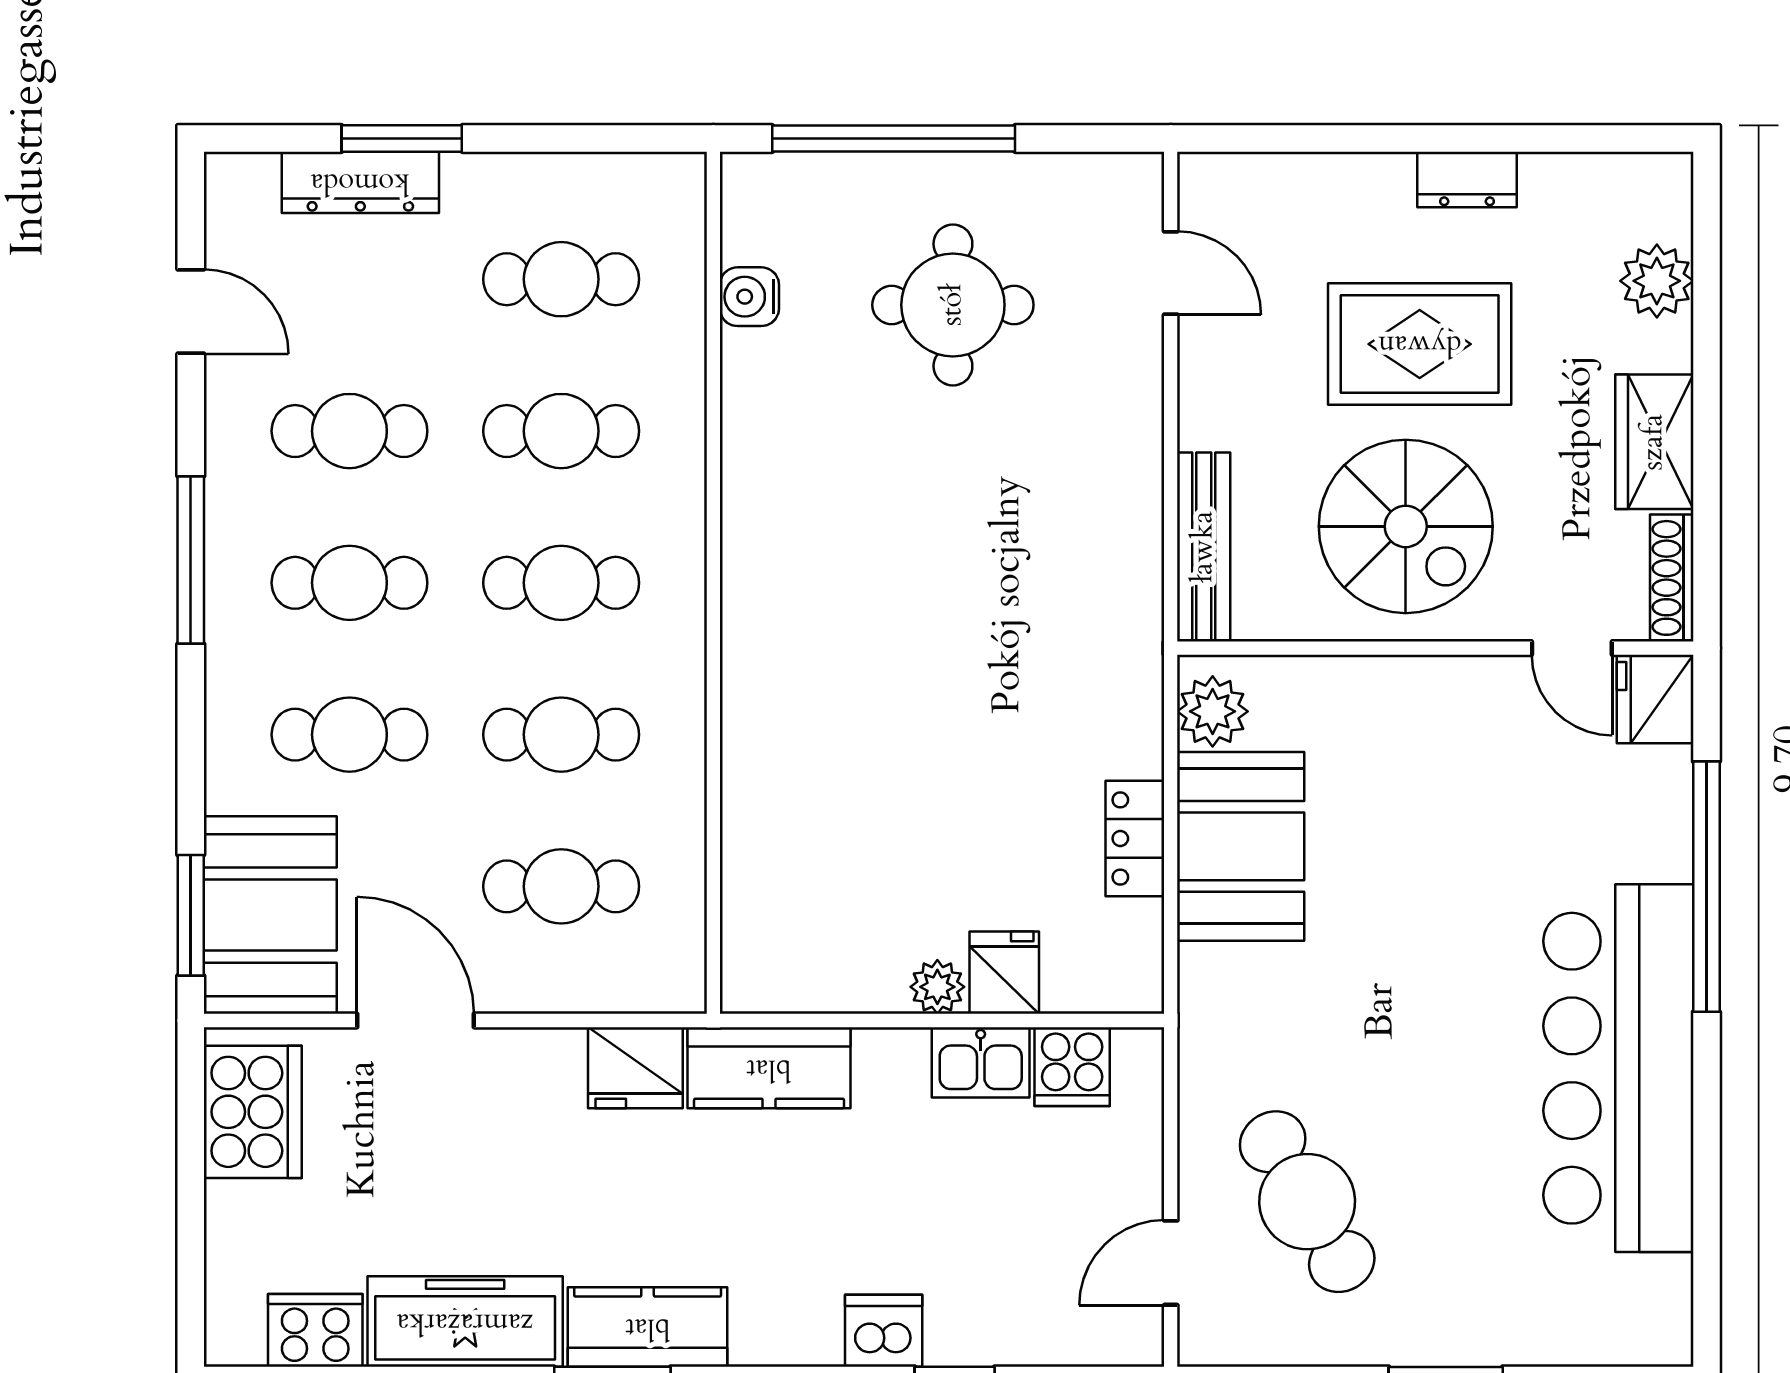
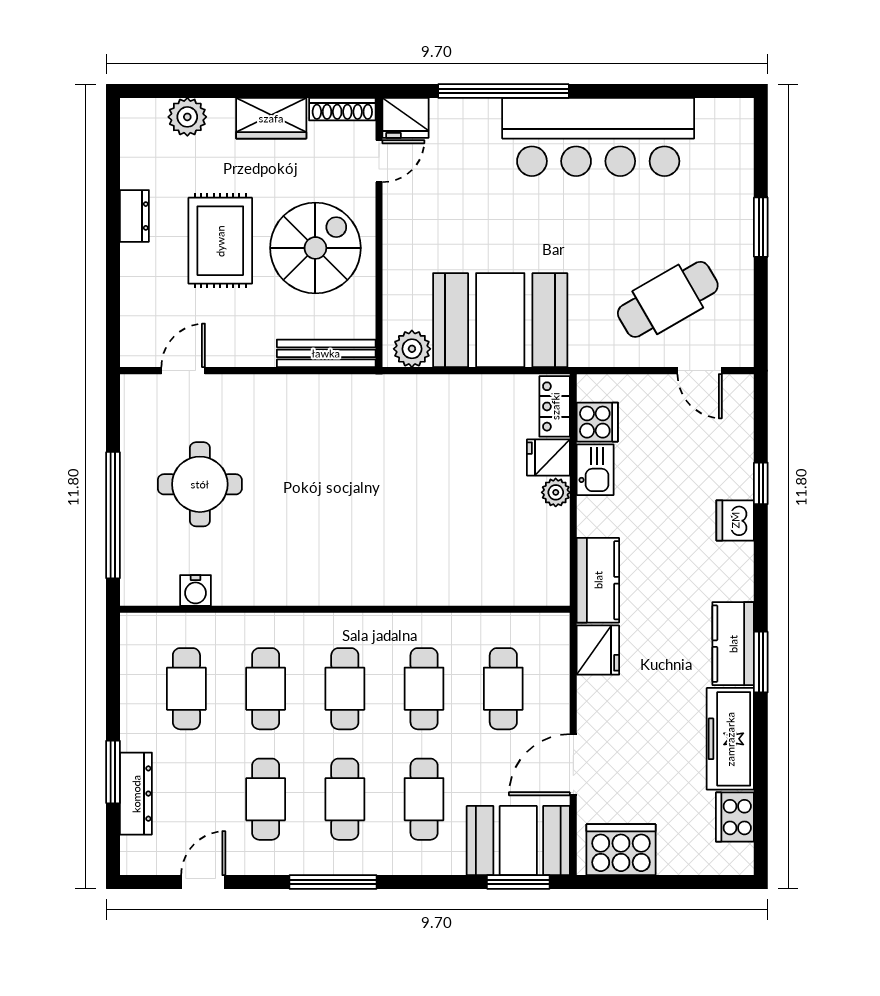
locker: (1135, 839) -> (555, 406), moved, turned 90
booth: (1241, 846) -> (500, 320), width x1.36, depth x1.42

